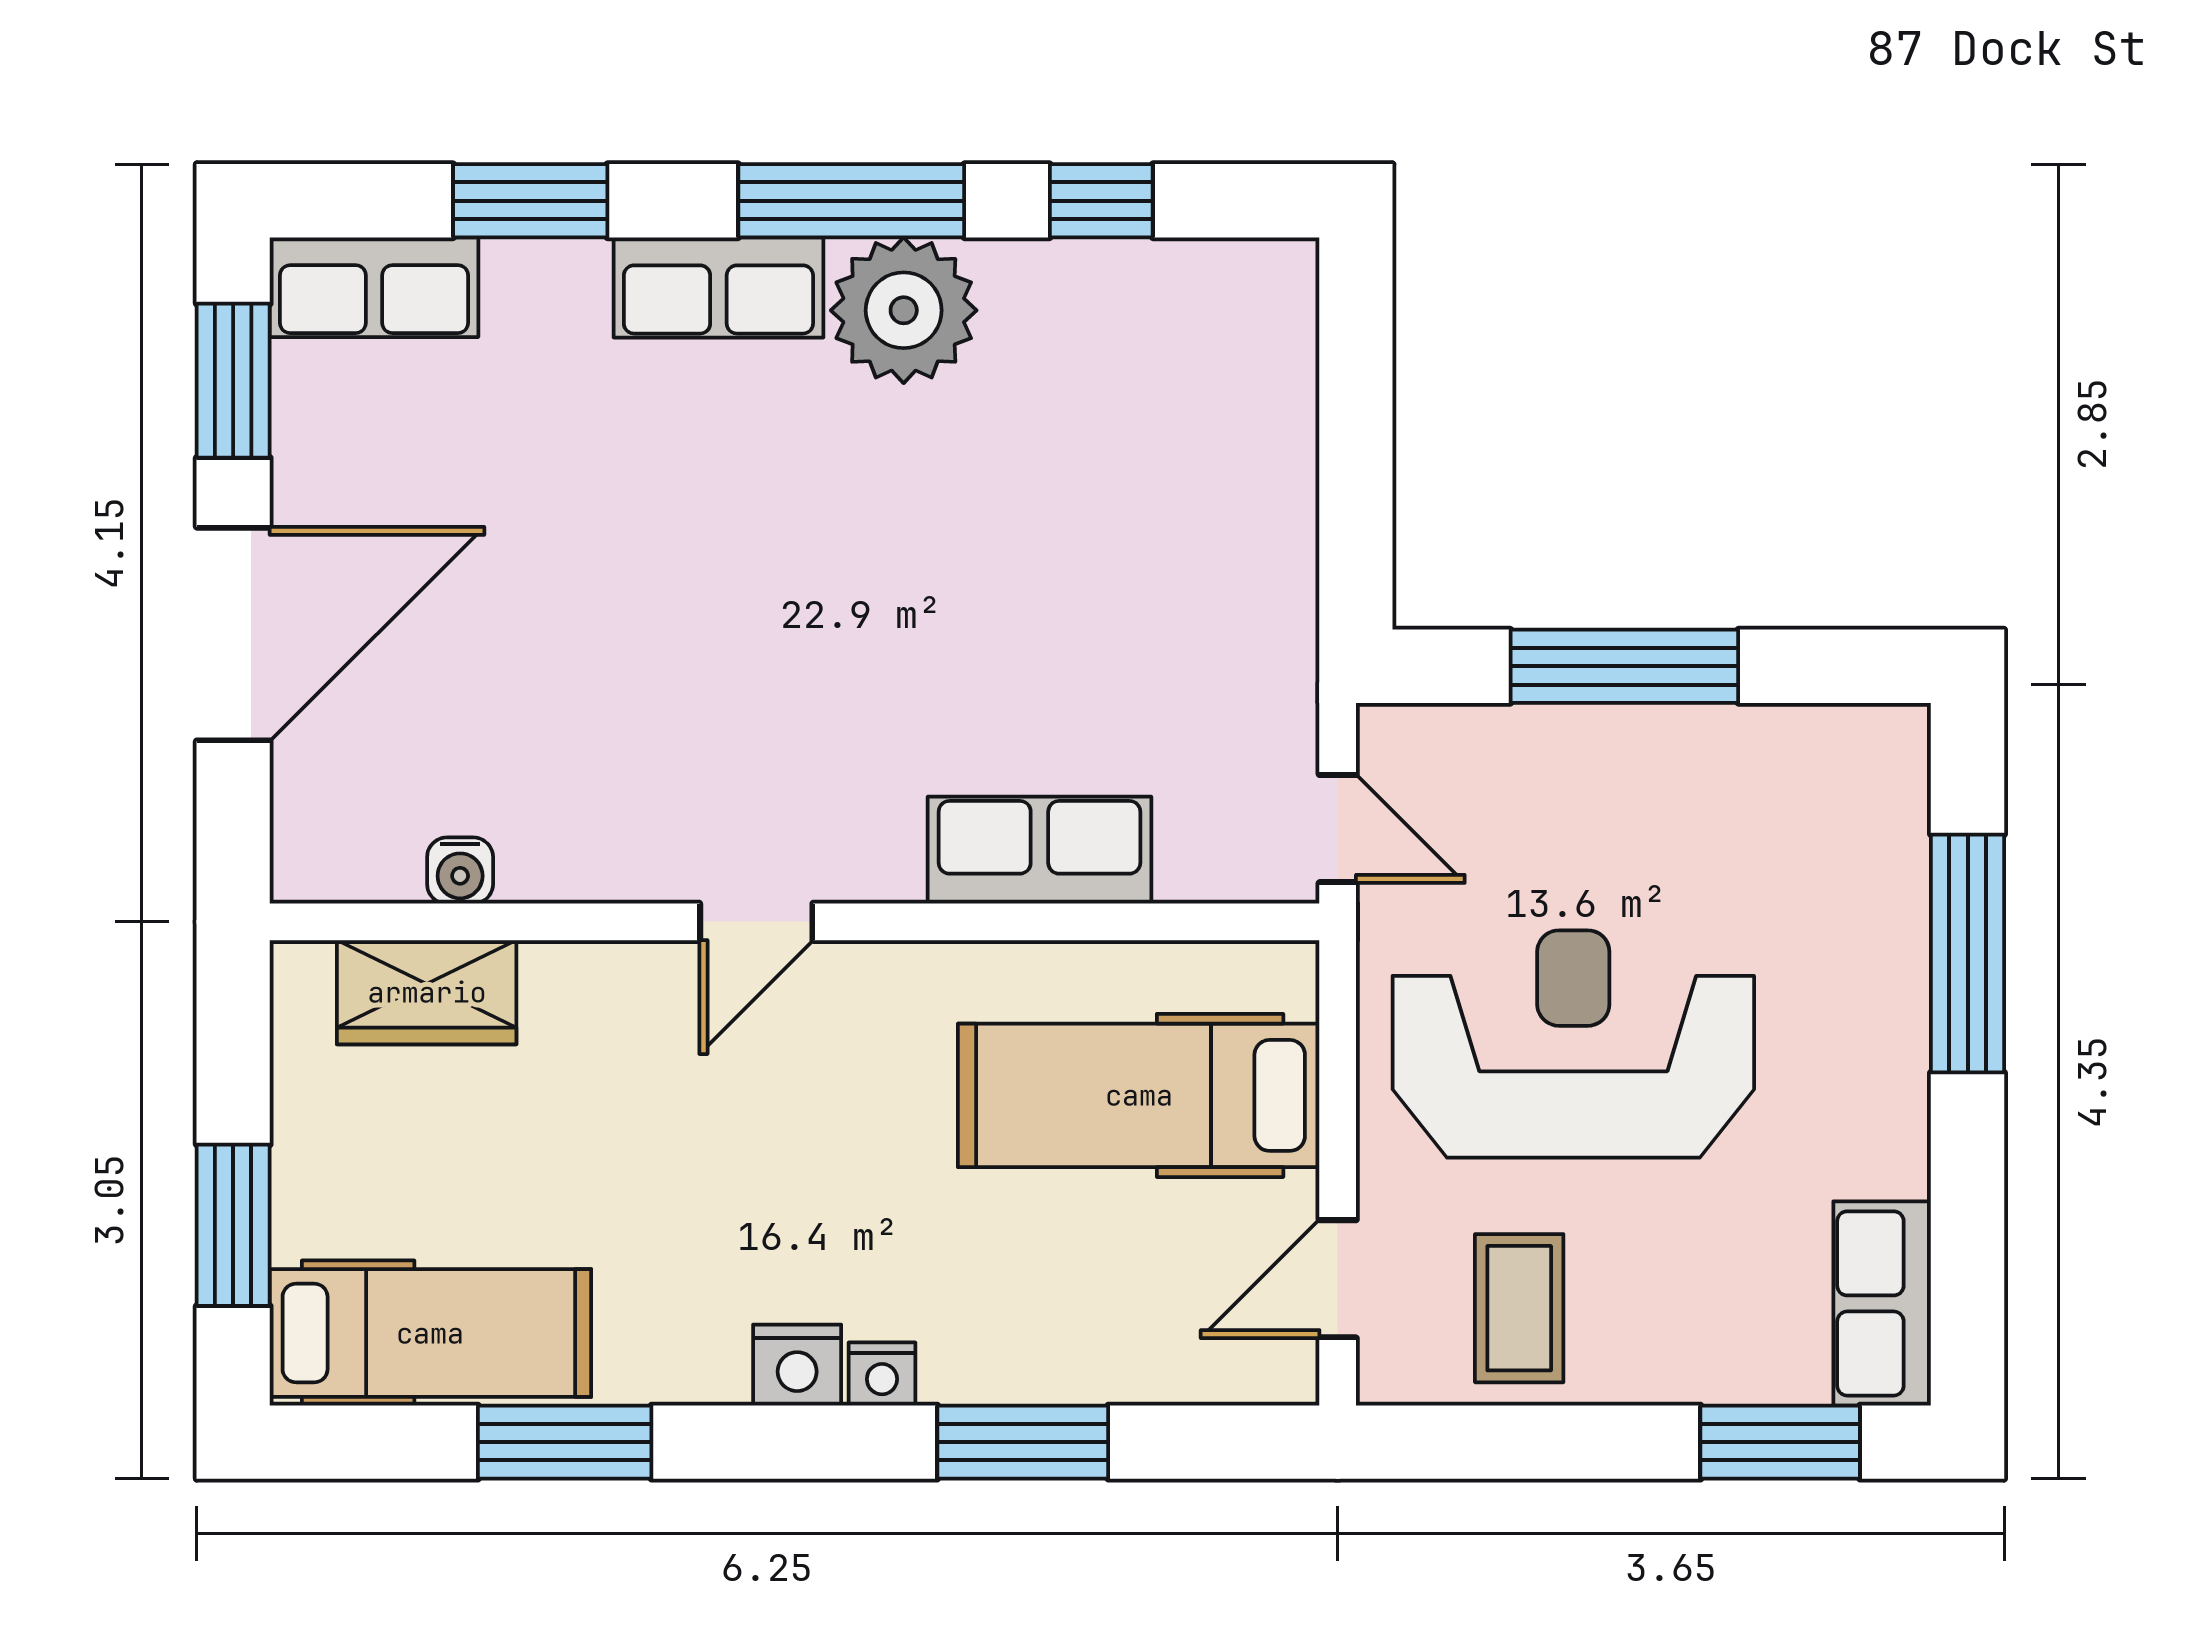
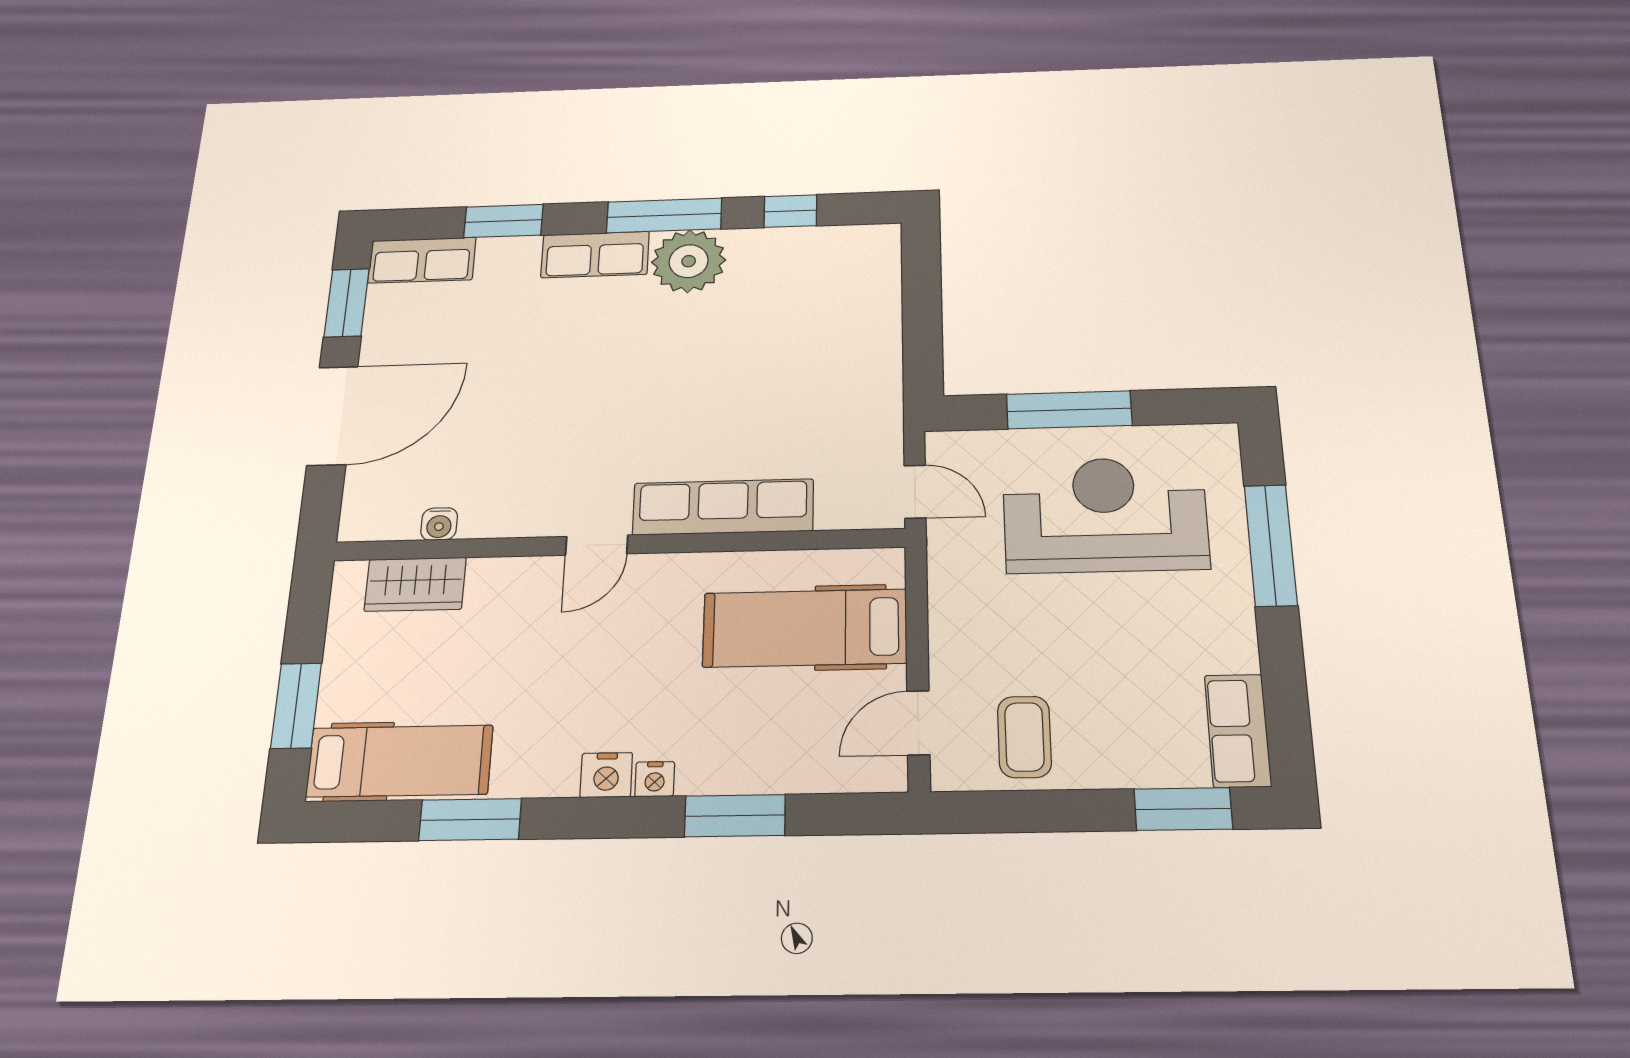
row of seats: (1039, 850) -> (723, 507), width x1.48
reception desk: (1573, 1044) -> (1105, 515), moved

